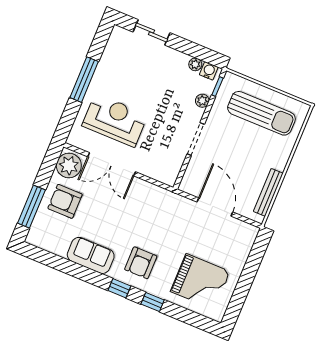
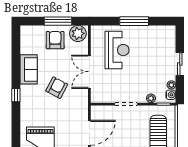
sliding door: (151, 32) -> (180, 64), moved
double door: (112, 164) -> (89, 72), moved
window: (31, 207) -> (58, 21), moved
armchair: (141, 263) -> (57, 88), moved, turned 118
window: (153, 302) -> (16, 119), removed

